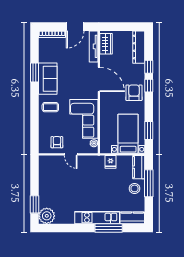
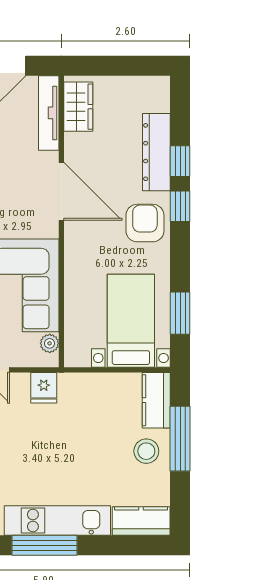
dresser: (139, 47) -> (156, 152), moved
fridge: (111, 162) -> (44, 388), moved
window: (109, 228) -> (45, 545), moved

